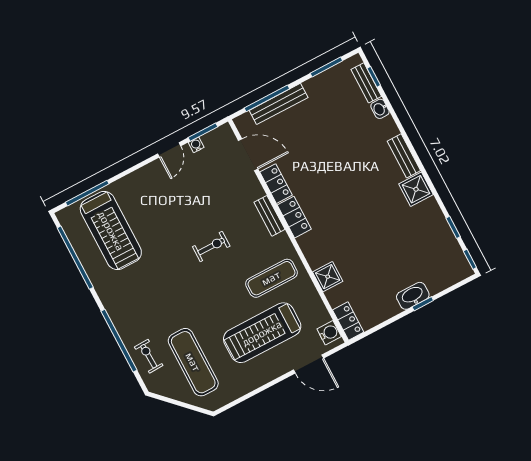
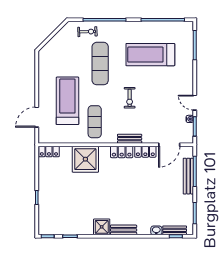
treadmill: (111, 231) -> (150, 55), moved
shower: (328, 277) -> (85, 159), width x1.86, depth x1.86
washbasin: (413, 296) -> (44, 194), removed
water cooler: (329, 333) -> (48, 138), removed
exercise mat: (193, 362) -> (100, 64), moved, turned 90

